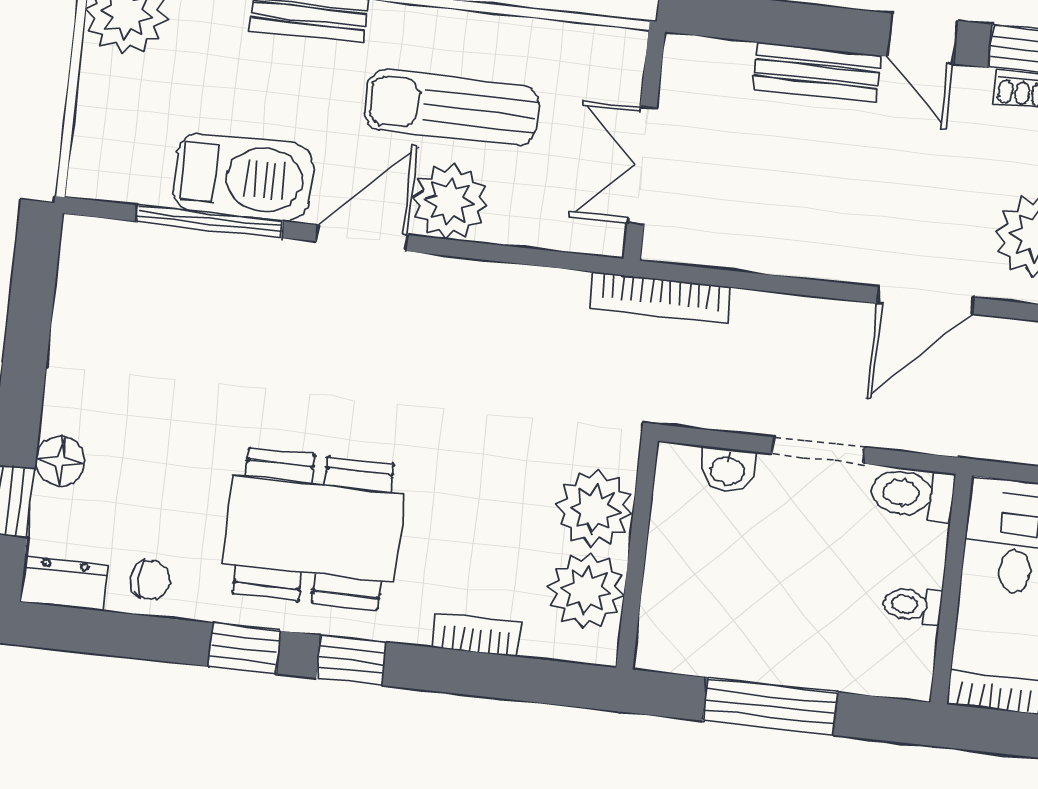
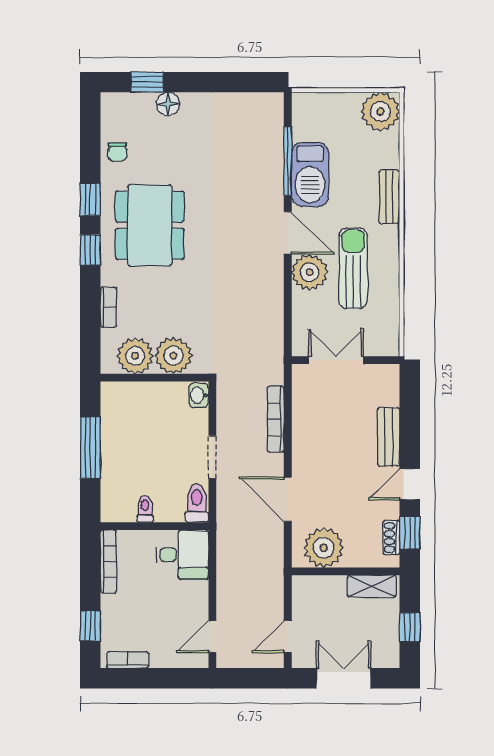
bookcase: (660, 297) -> (276, 419), moved
washbasin: (728, 470) -> (199, 395), moved
dresser: (64, 583) -> (111, 112), removed

